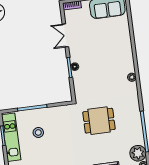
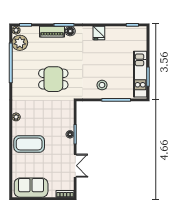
coffee table: (115, 51) -> (29, 144), added
stool: (38, 132) -> (102, 85), moved

